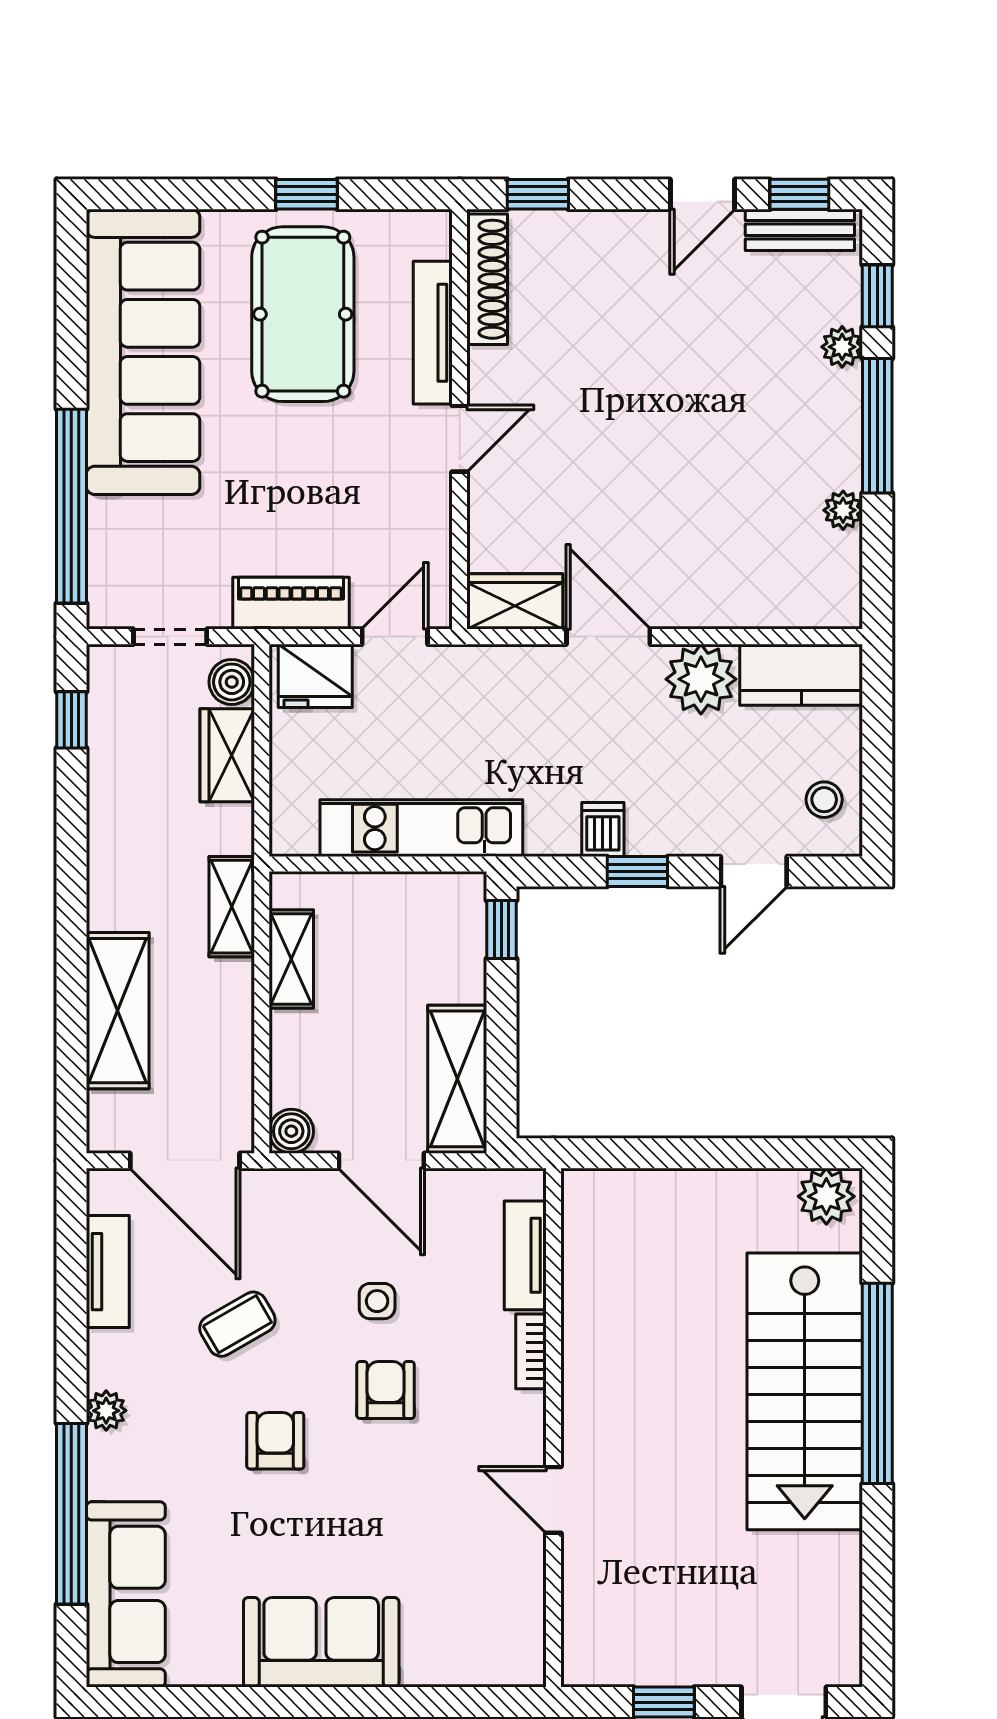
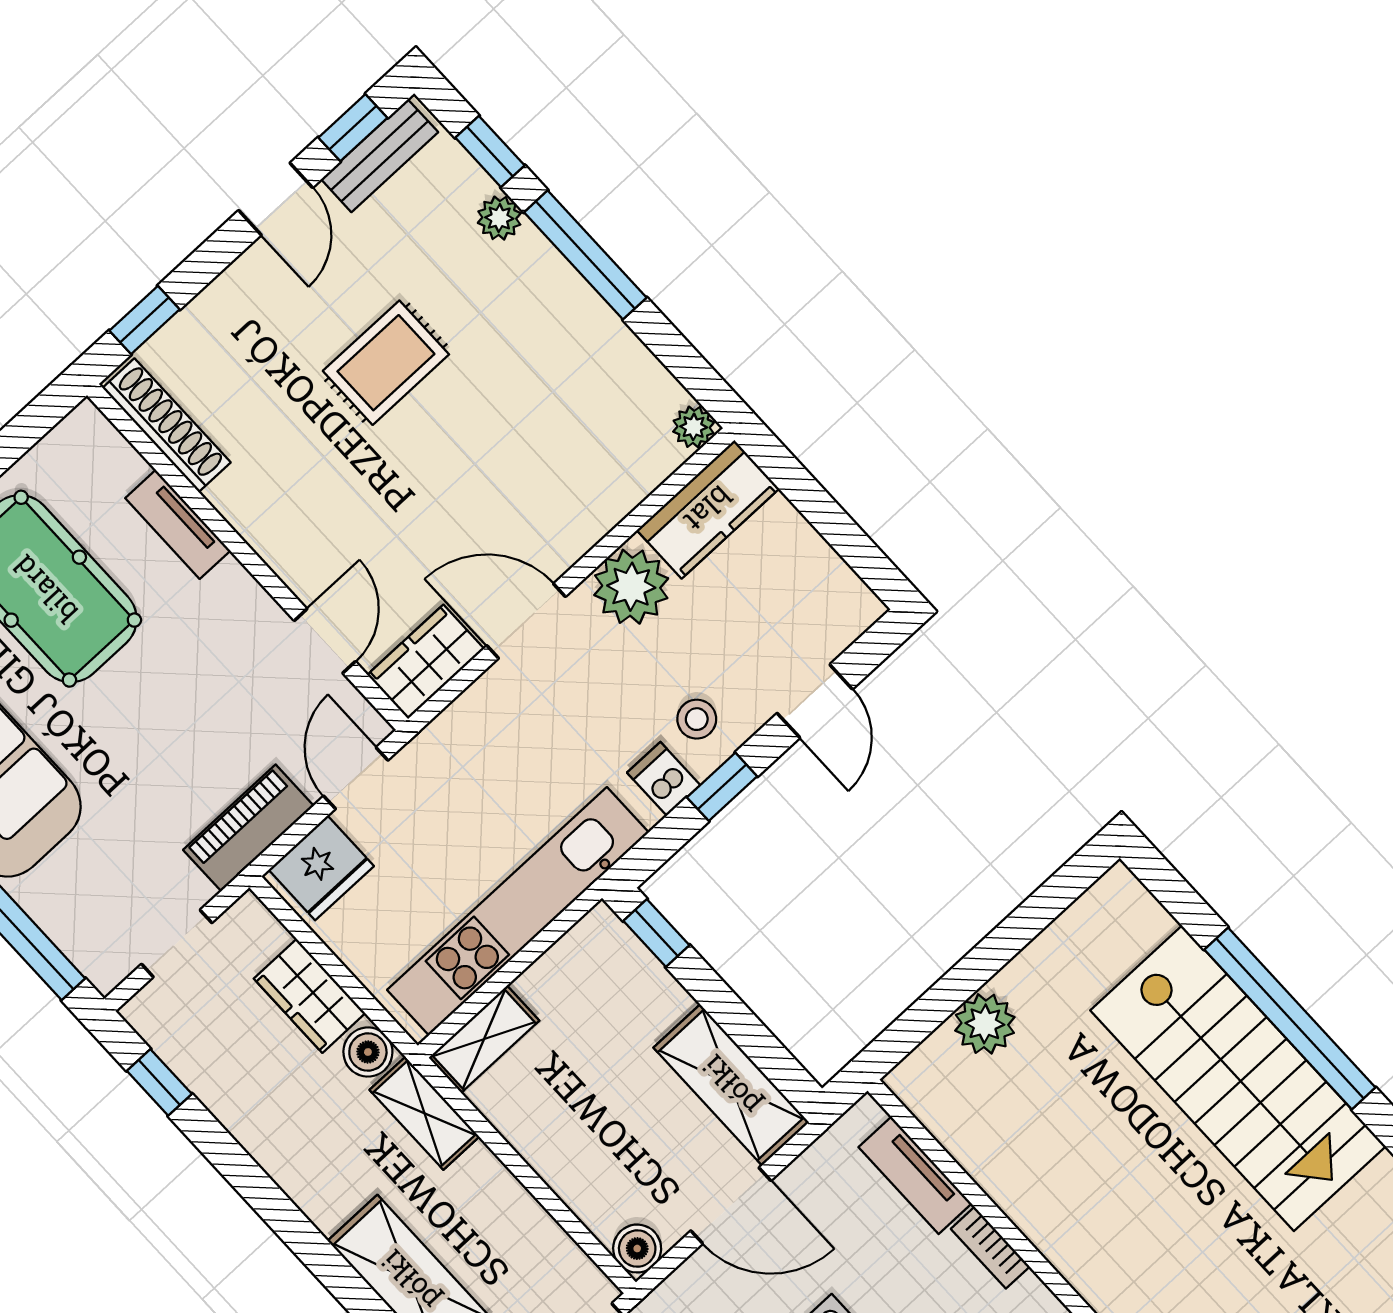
tv unit: (433, 333) -> (178, 524), width x0.71
rug: (675, 374) -> (386, 363), added
door: (460, 439) -> (325, 641), moved
plant: (843, 510) -> (694, 427), moved
boiler: (232, 682) -> (368, 1052), moved
stool: (824, 800) -> (697, 719), moved
kitchen unit: (421, 828) -> (518, 911), width x1.36
shelving: (291, 959) -> (484, 1039), moved, turned 90
plant: (826, 1196) -> (985, 1024), moved

